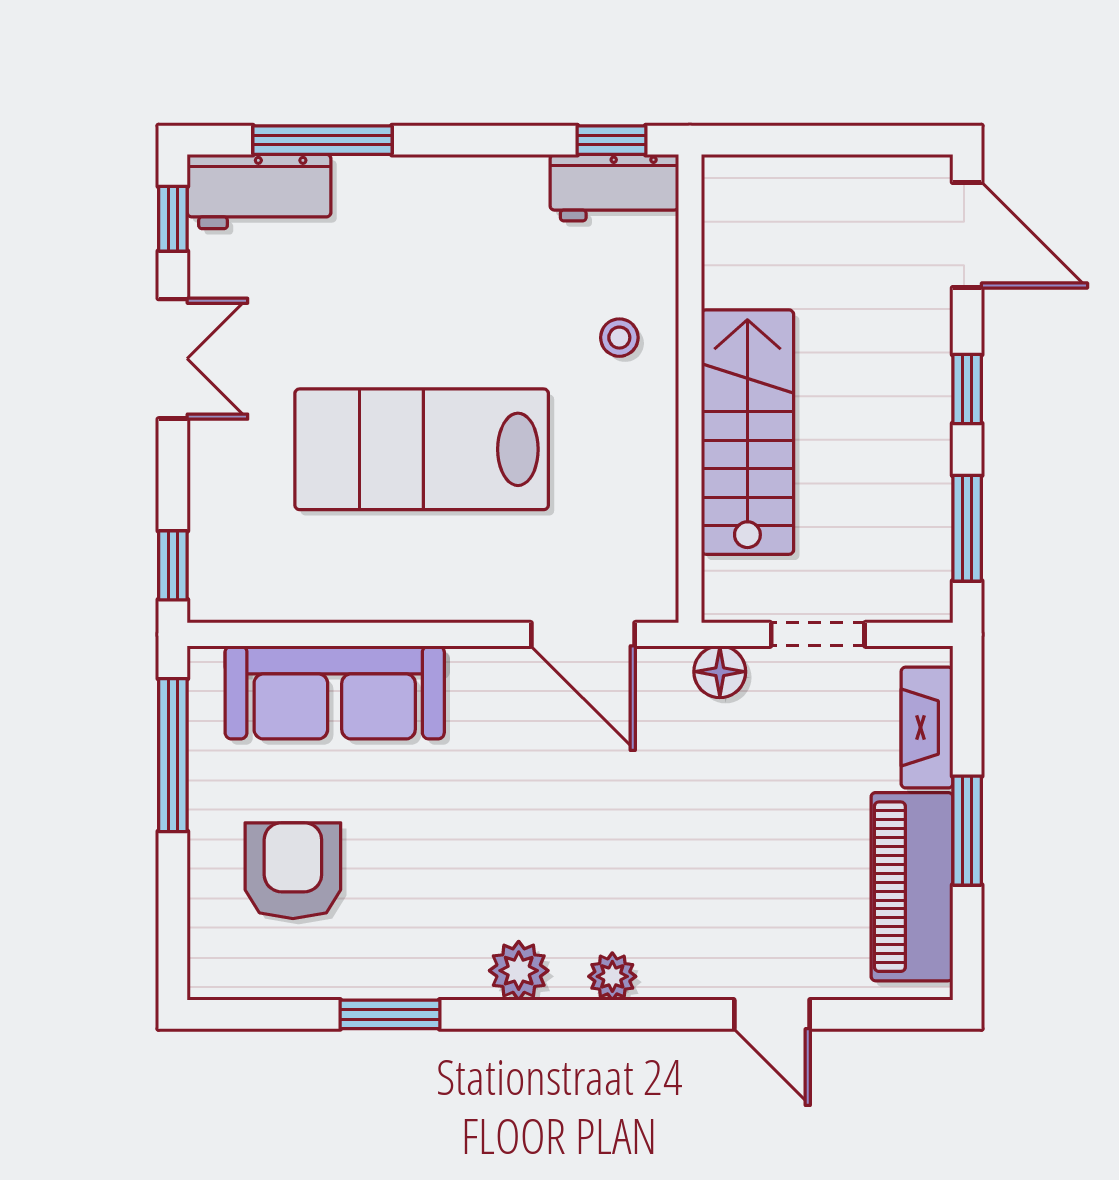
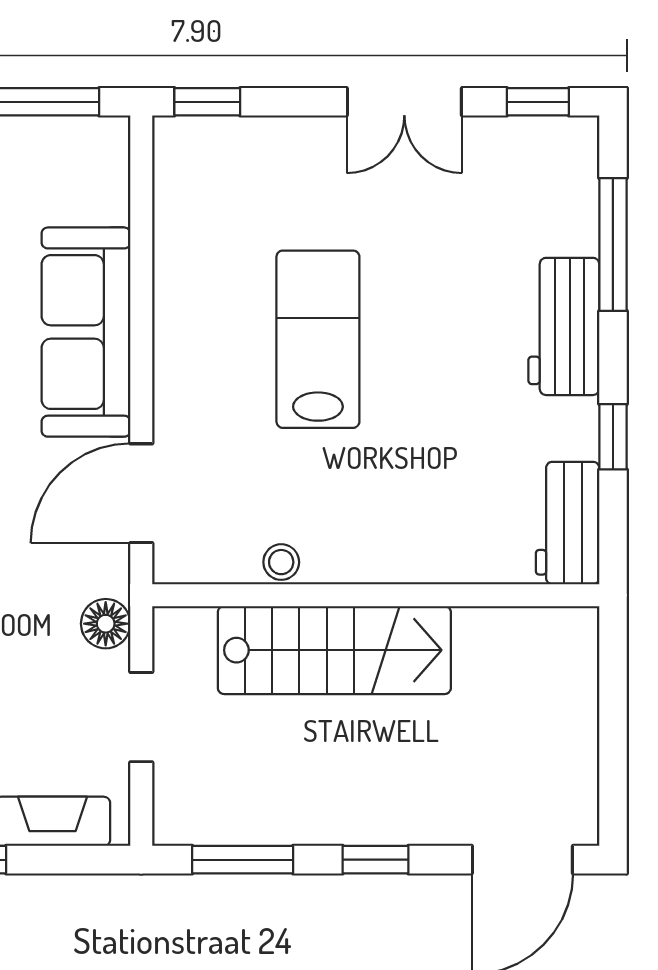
window: (612, 140) -> (613, 437), moved
workbench: (259, 192) -> (564, 326), moved
stool: (619, 338) -> (281, 562), moved
lab bench: (422, 449) -> (318, 339), width x0.73, depth x0.72
sofa: (335, 692) -> (86, 332), moved

